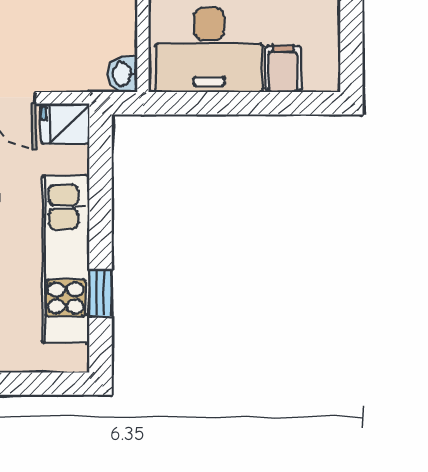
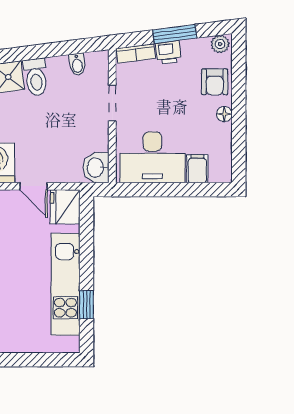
washbasin: (123, 74) -> (96, 168), width x1.38, depth x1.45
fridge: (65, 124) -> (65, 207), width x1.38

